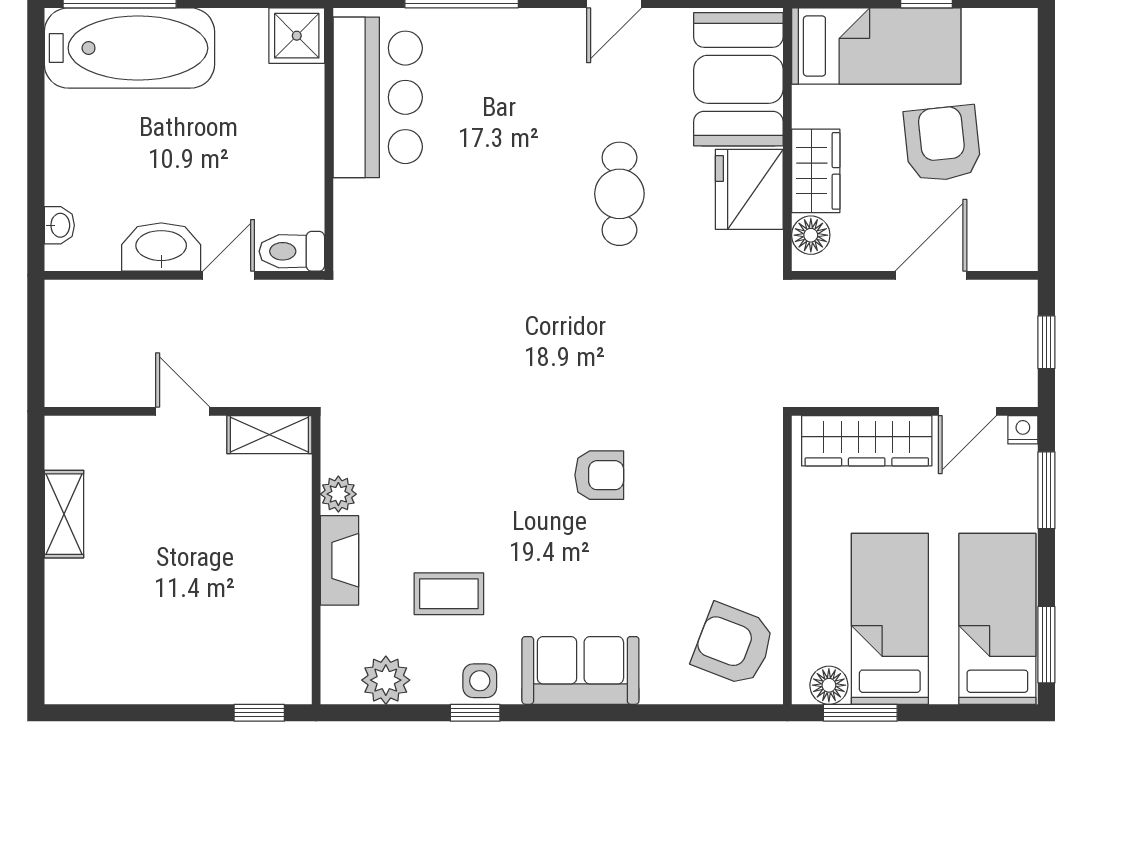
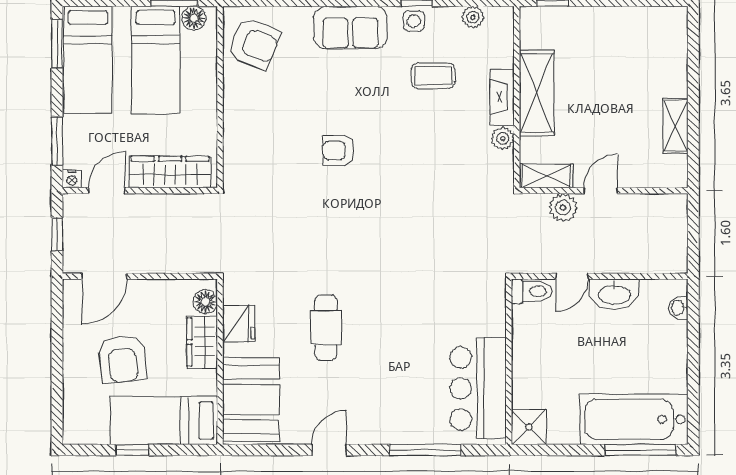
fridge: (749, 189) -> (239, 324), width x0.73, depth x0.75
door: (931, 275) -> (104, 276), moved
plant: (242, 384) -> (563, 208), added
door: (183, 411) -> (601, 191), swing flipped
shelving: (285, 567) -> (537, 93), added
plant: (386, 680) -> (473, 17), width x0.73, depth x0.73

